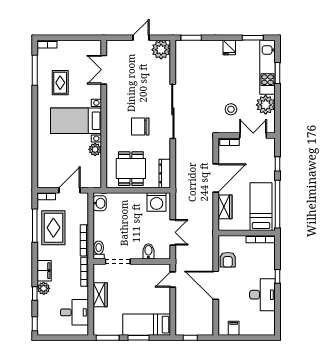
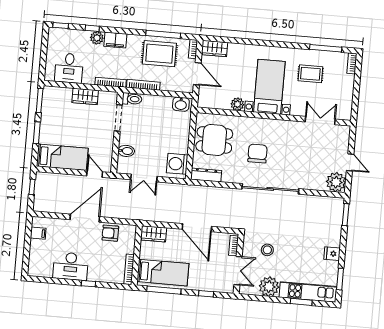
wardrobe: (44, 176) -> (214, 49), added
window: (278, 204) -> (164, 290), width x0.68
wardrobe: (225, 207) -> (154, 234), moved
bed: (147, 325) -> (62, 157), moved, turned 90

